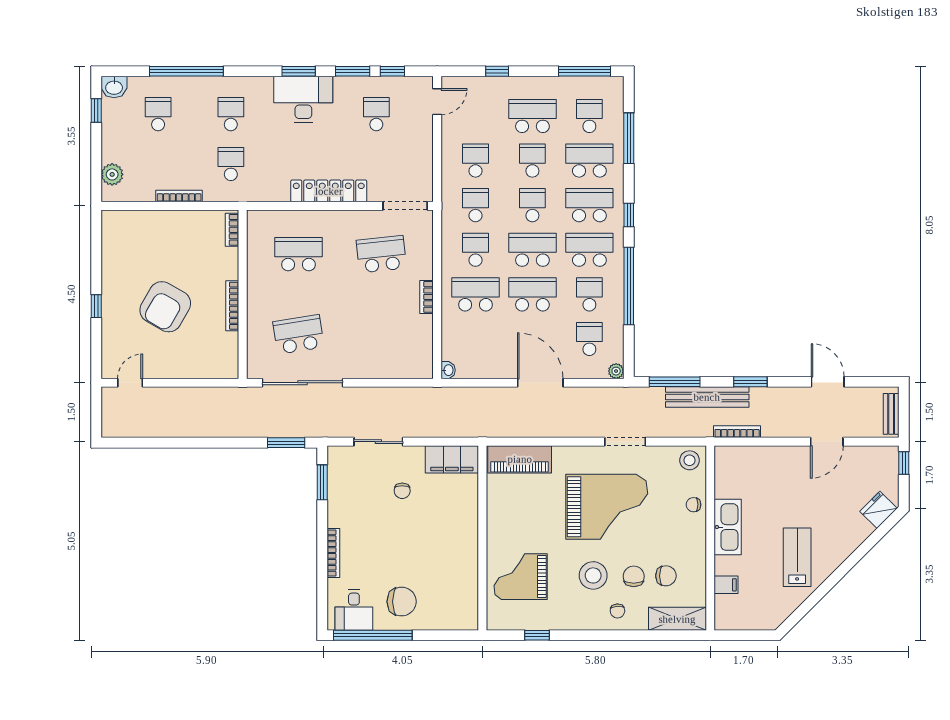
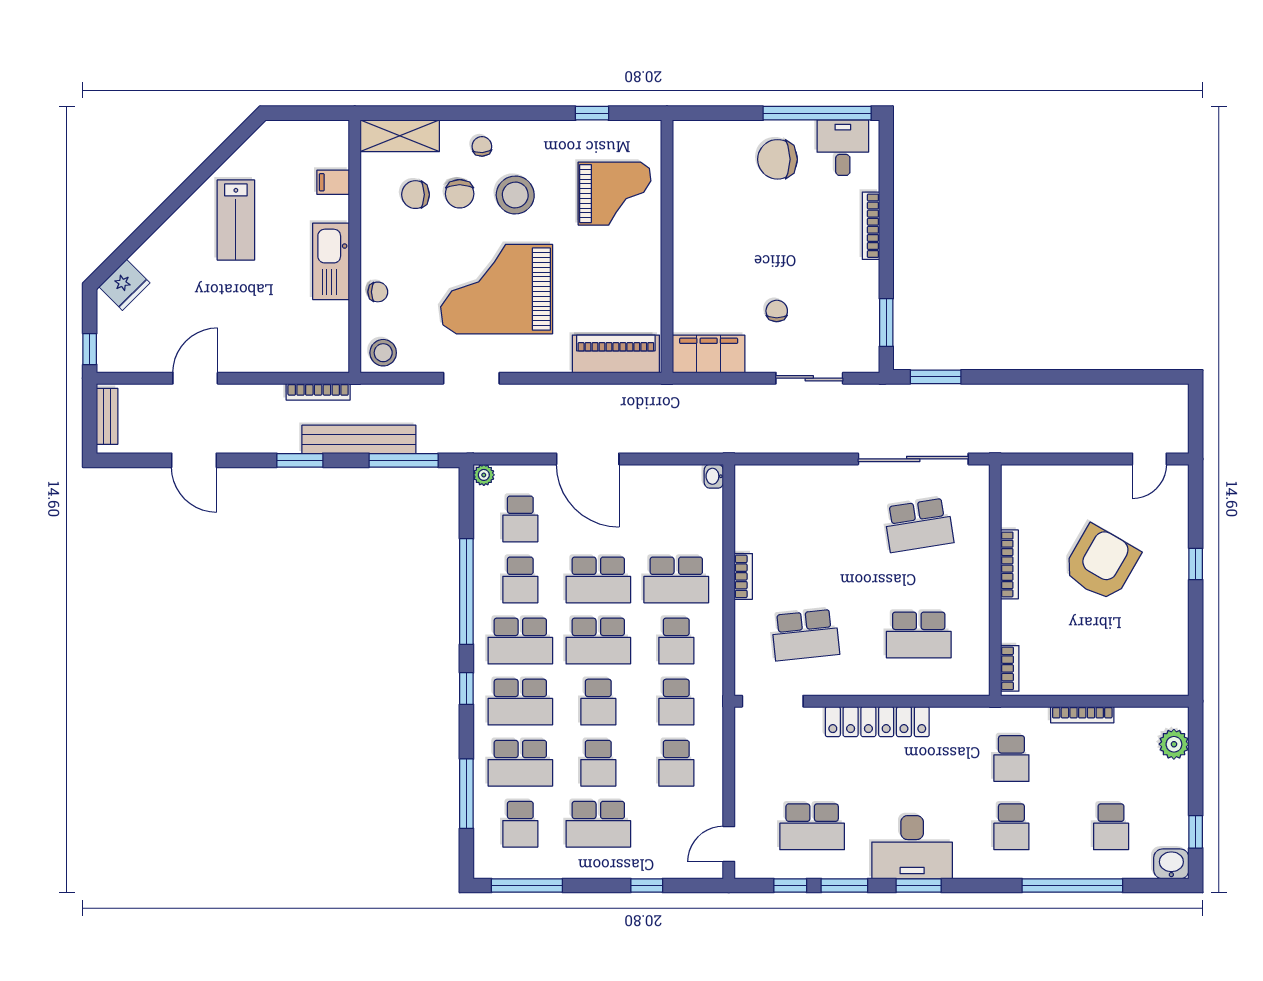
school desk: (376, 114) -> (812, 827), width x1.85

